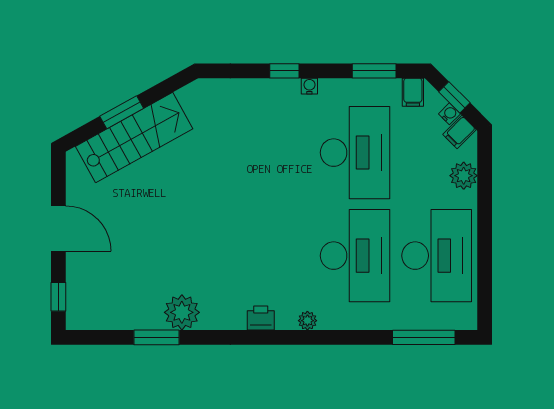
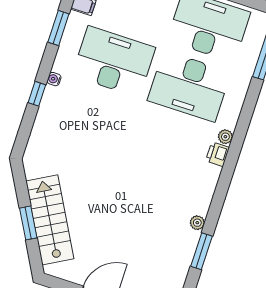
desk: (355, 256) -> (189, 86), turned 180
plant: (182, 312) -> (197, 223), width x0.53, depth x0.53
printer: (261, 318) -> (218, 154), moved

